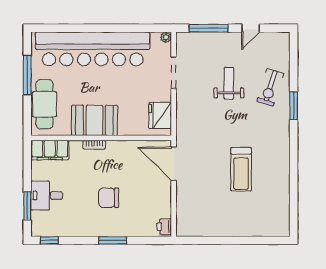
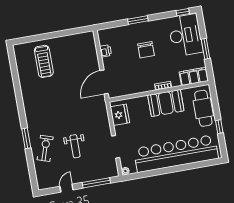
window: (27, 75) -> (219, 127), width x0.46
door: (174, 164) -> (104, 82), swing flipped
treadmill: (241, 169) -> (44, 61), moved, turned 180
desk: (47, 195) -> (185, 35), width x1.87, depth x1.30
chair: (109, 198) -> (146, 50), turned 90
window: (27, 206) -> (206, 49), moved
printer: (164, 227) -> (106, 51), moved

